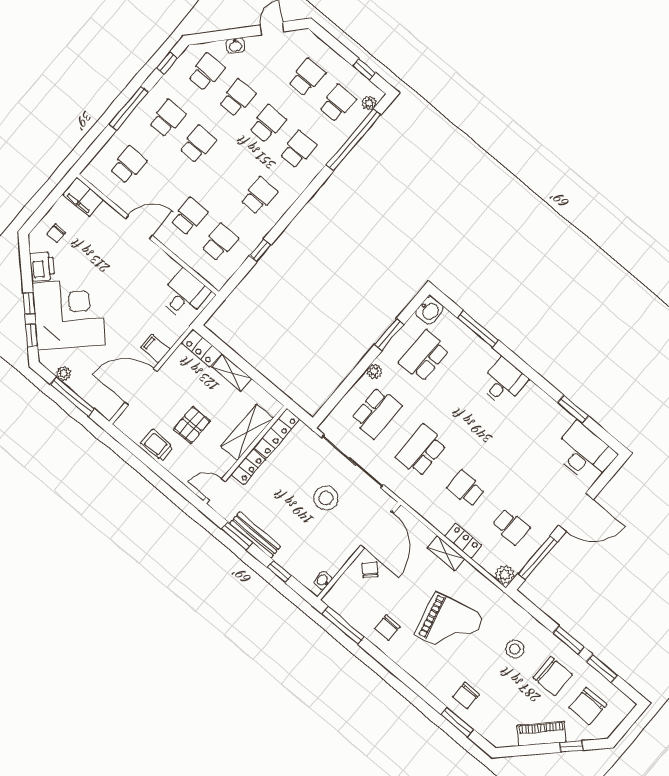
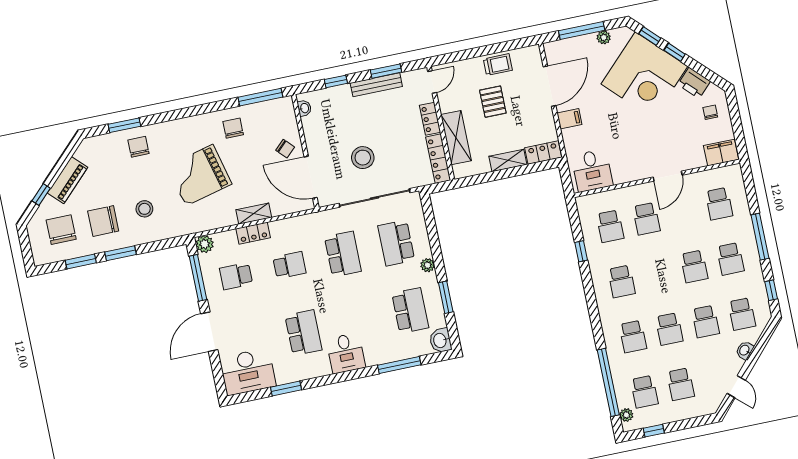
school desk: (514, 432) -> (303, 333), added

